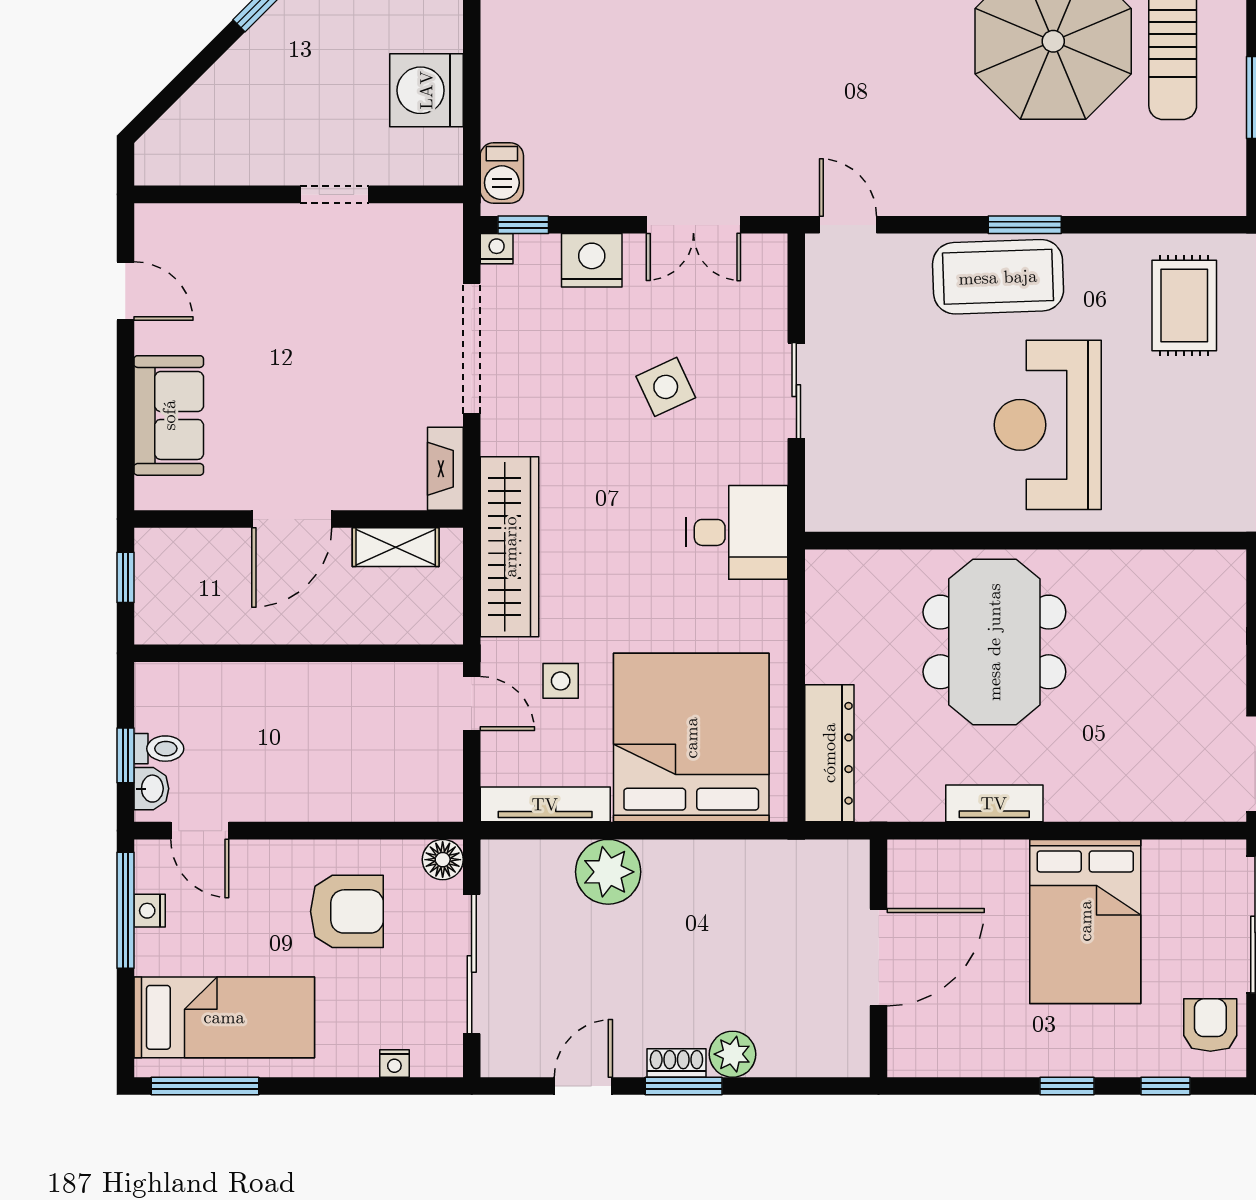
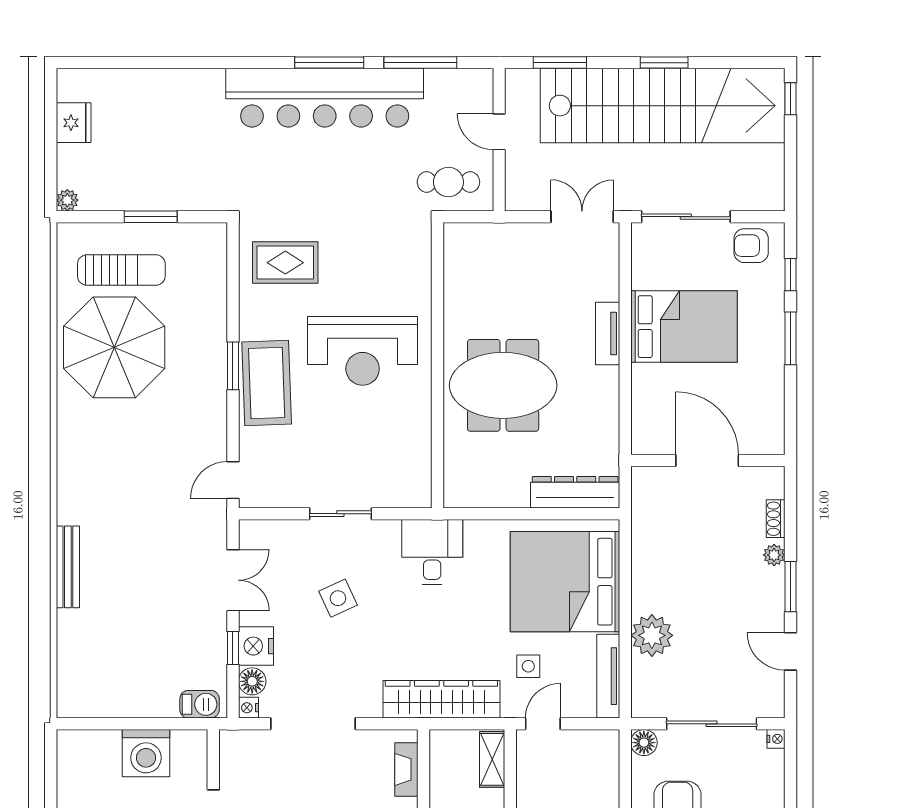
window: (523, 225) -> (233, 648), moved
floor lamp: (537, 254) -> (252, 681), added
fireplace: (445, 469) -> (406, 769), moved, turned 90
shelving: (396, 547) -> (492, 759), moved
tv unit: (994, 803) -> (608, 333), moved
plant: (732, 1054) -> (774, 555), width x0.73, depth x0.73
nightstand: (394, 1063) -> (776, 739), moved
shoe rack: (676, 1063) -> (776, 519), moved
window: (1067, 1086) -> (791, 338), width x1.50

